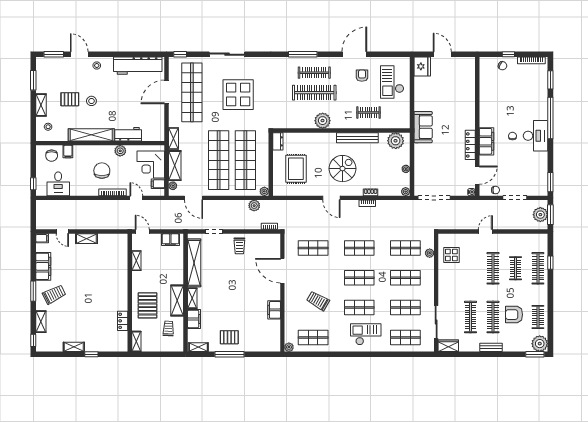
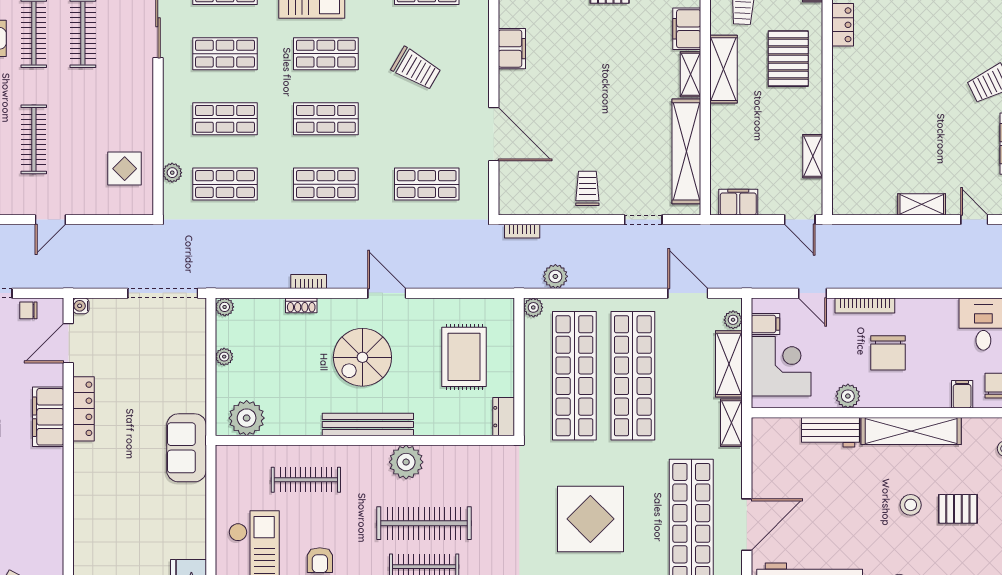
clothes rail: (368, 112) -> (306, 480), width x1.36
bench: (357, 138) -> (368, 424), moved

